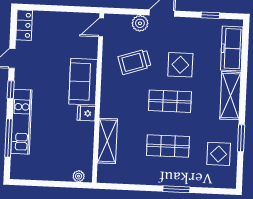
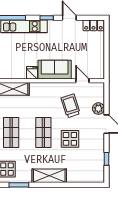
door: (101, 27) -> (82, 81), moved
freezer: (232, 49) -> (83, 175), removed

